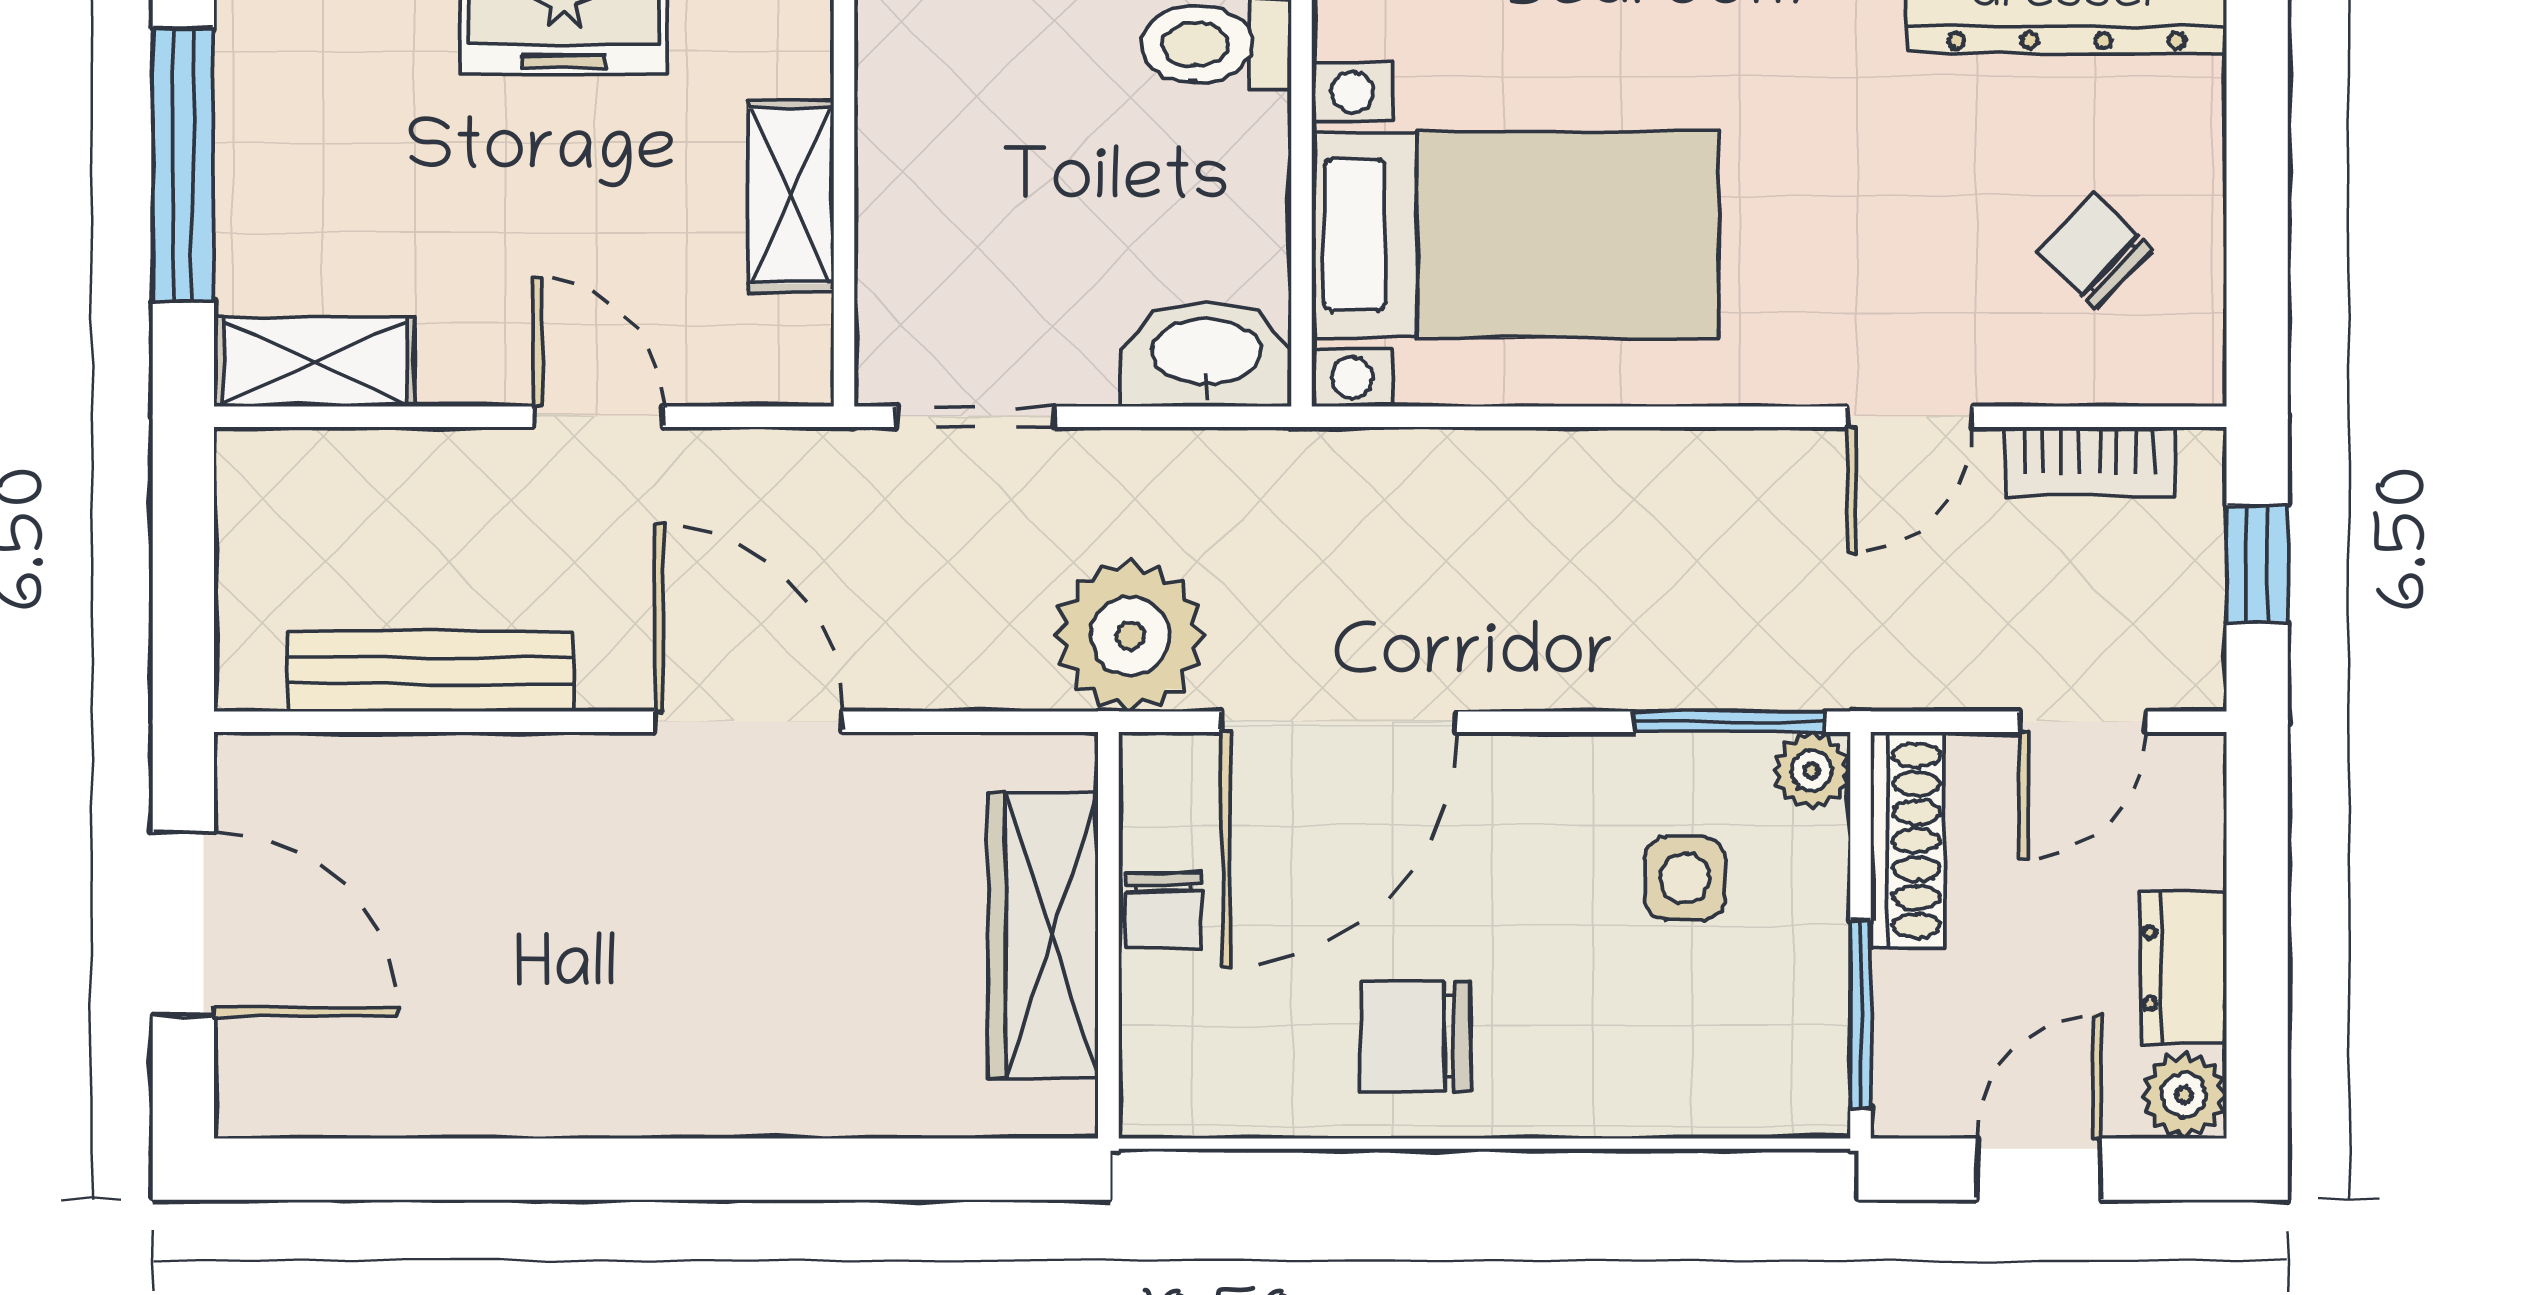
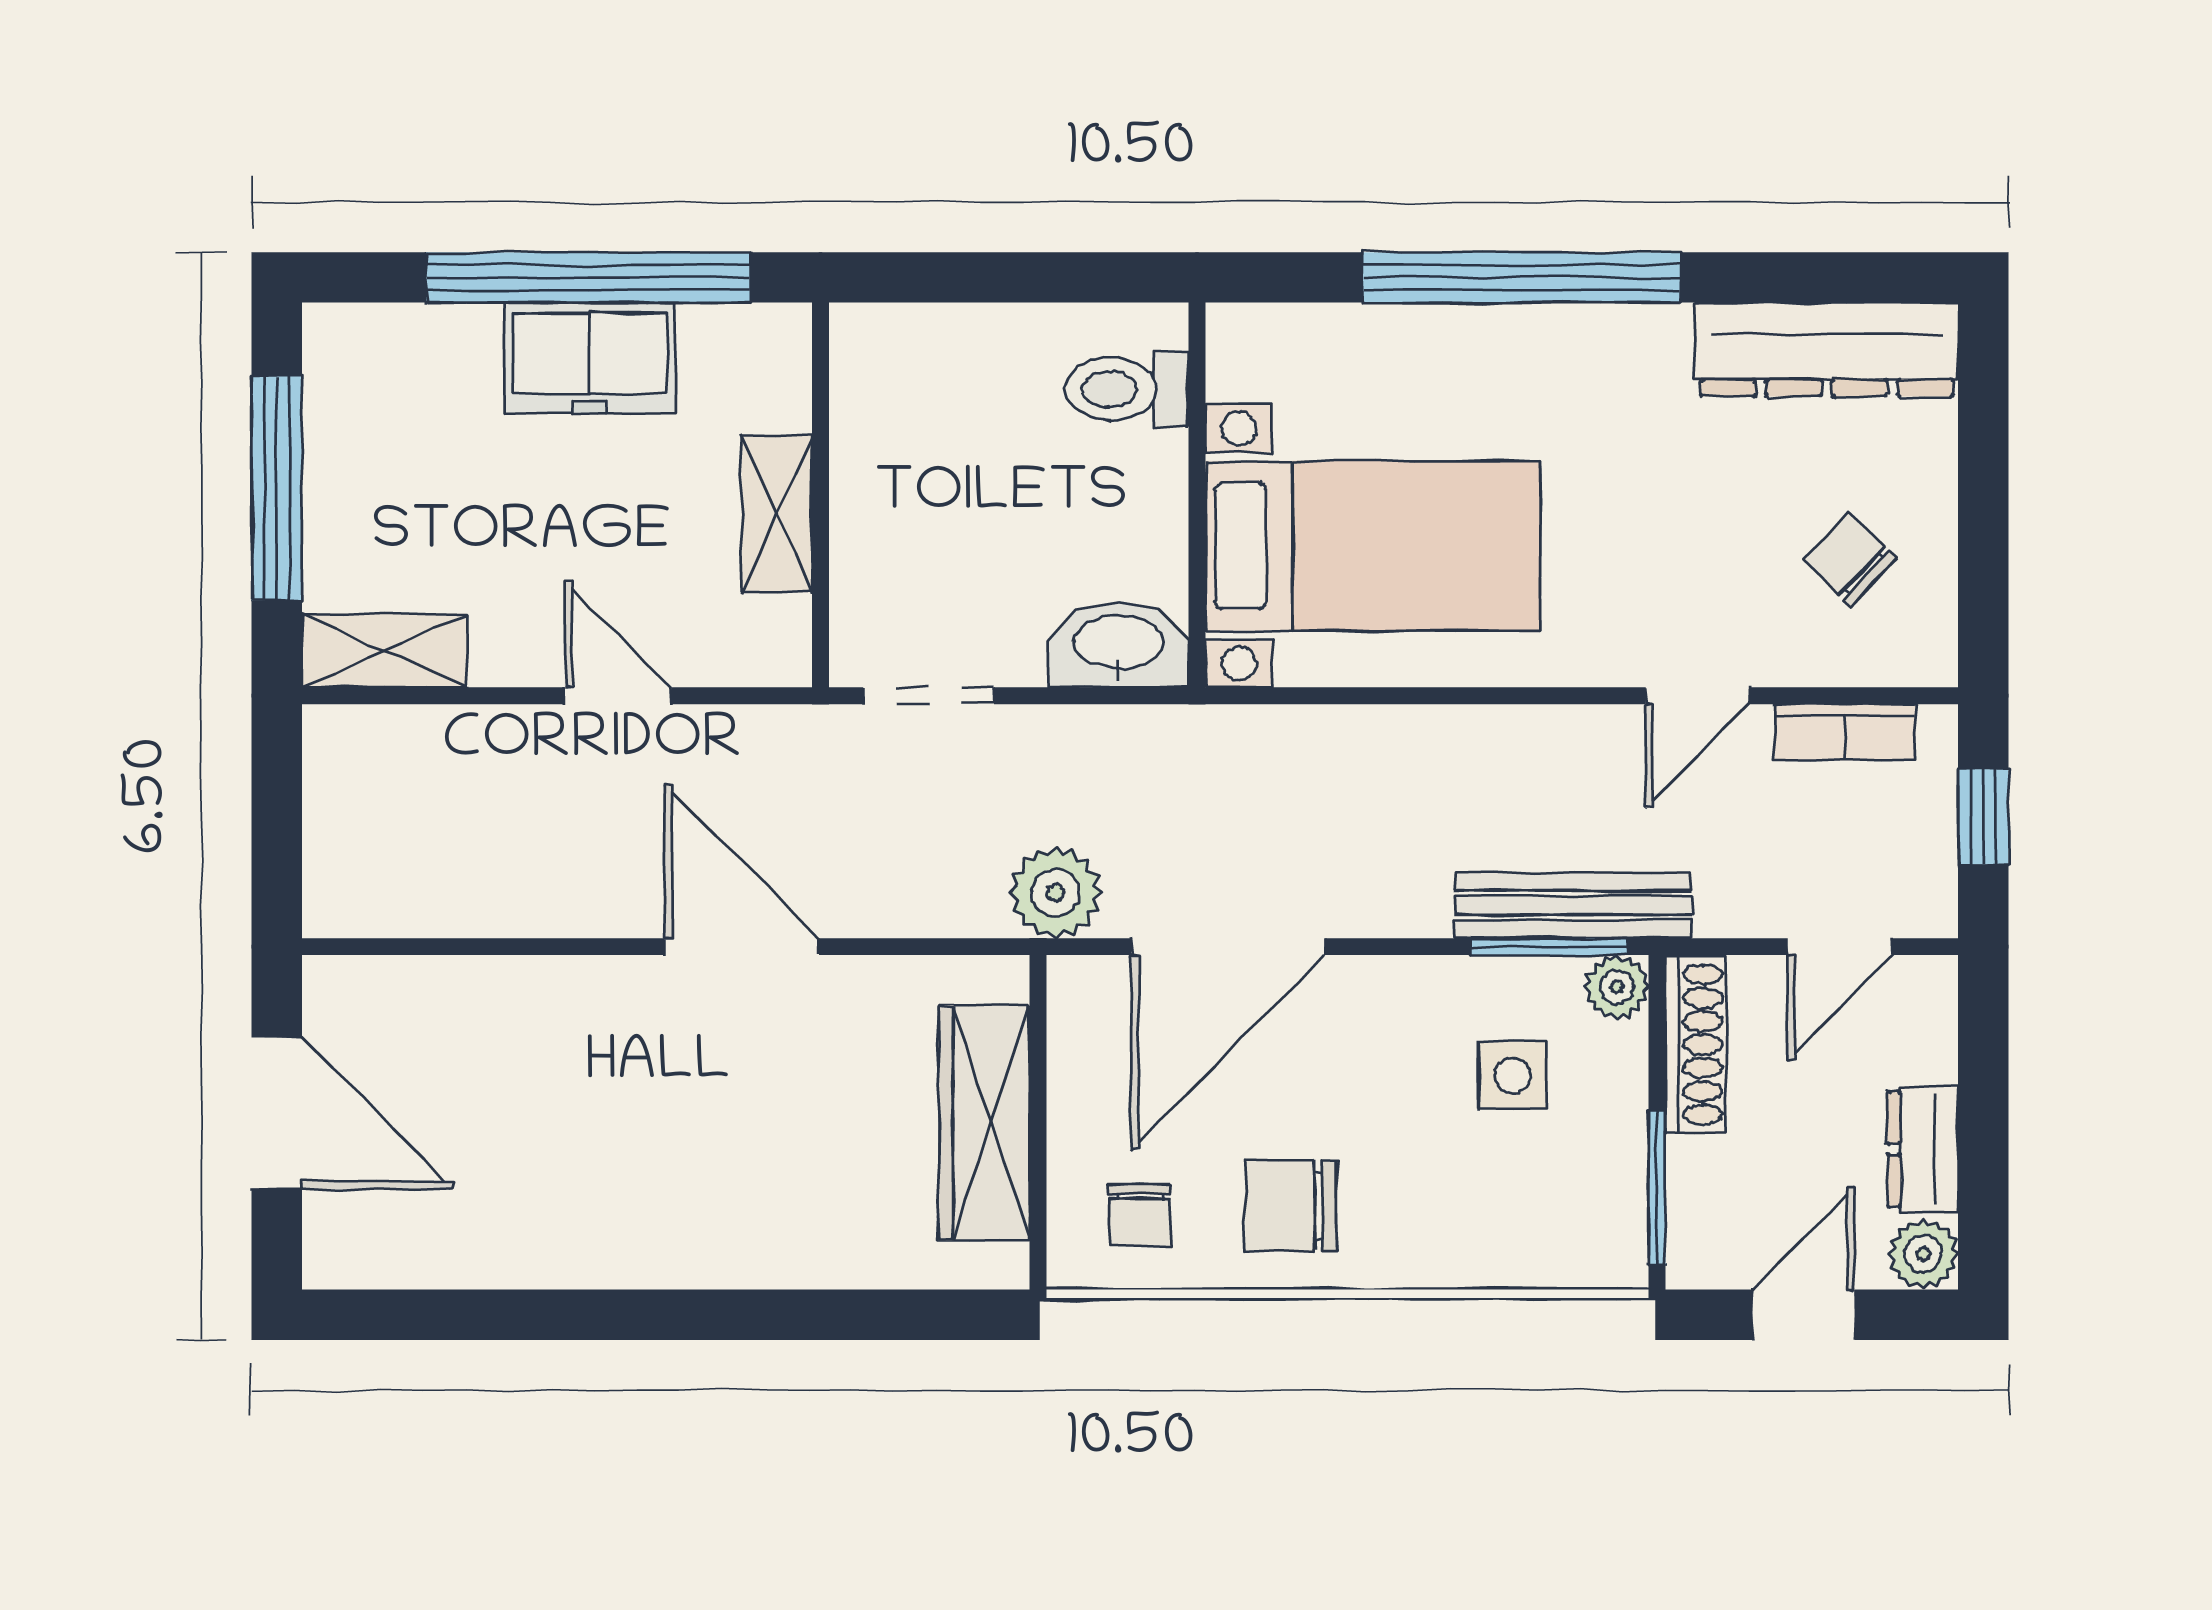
plant: (1130, 636) -> (1056, 892), width x0.73, depth x0.73
bench: (431, 671) -> (1573, 905), moved
chair: (1164, 911) -> (1140, 1215), moved

